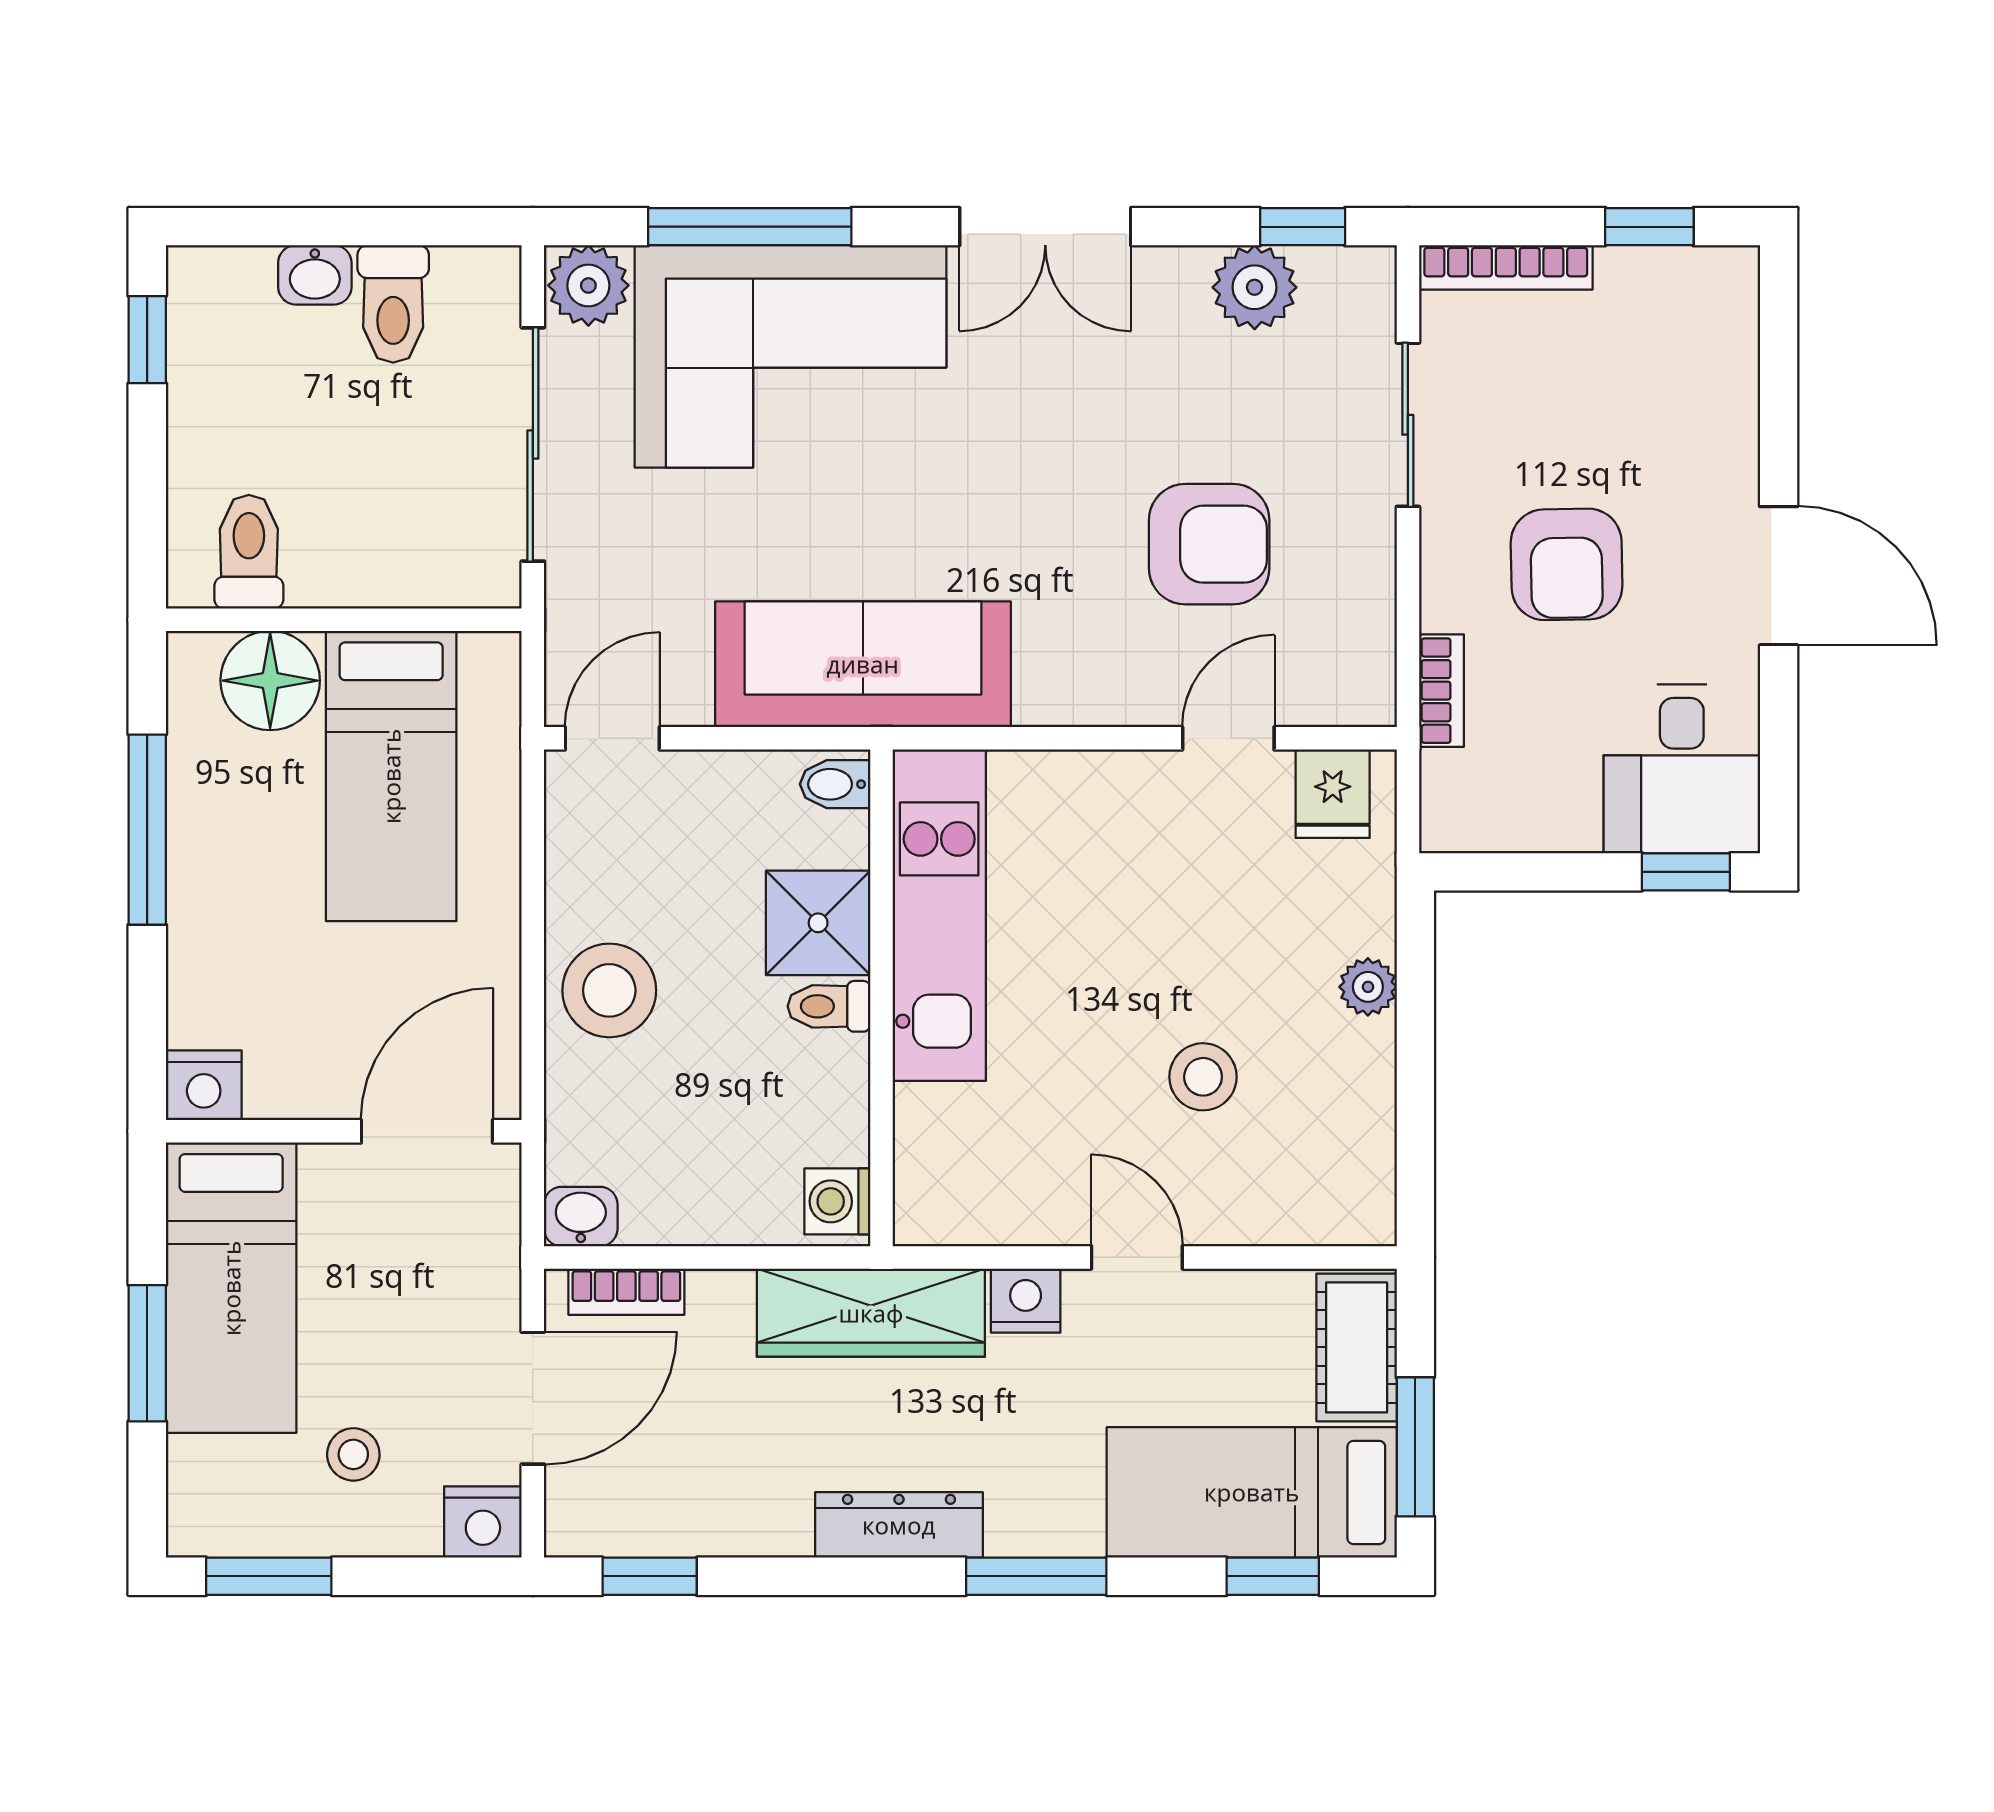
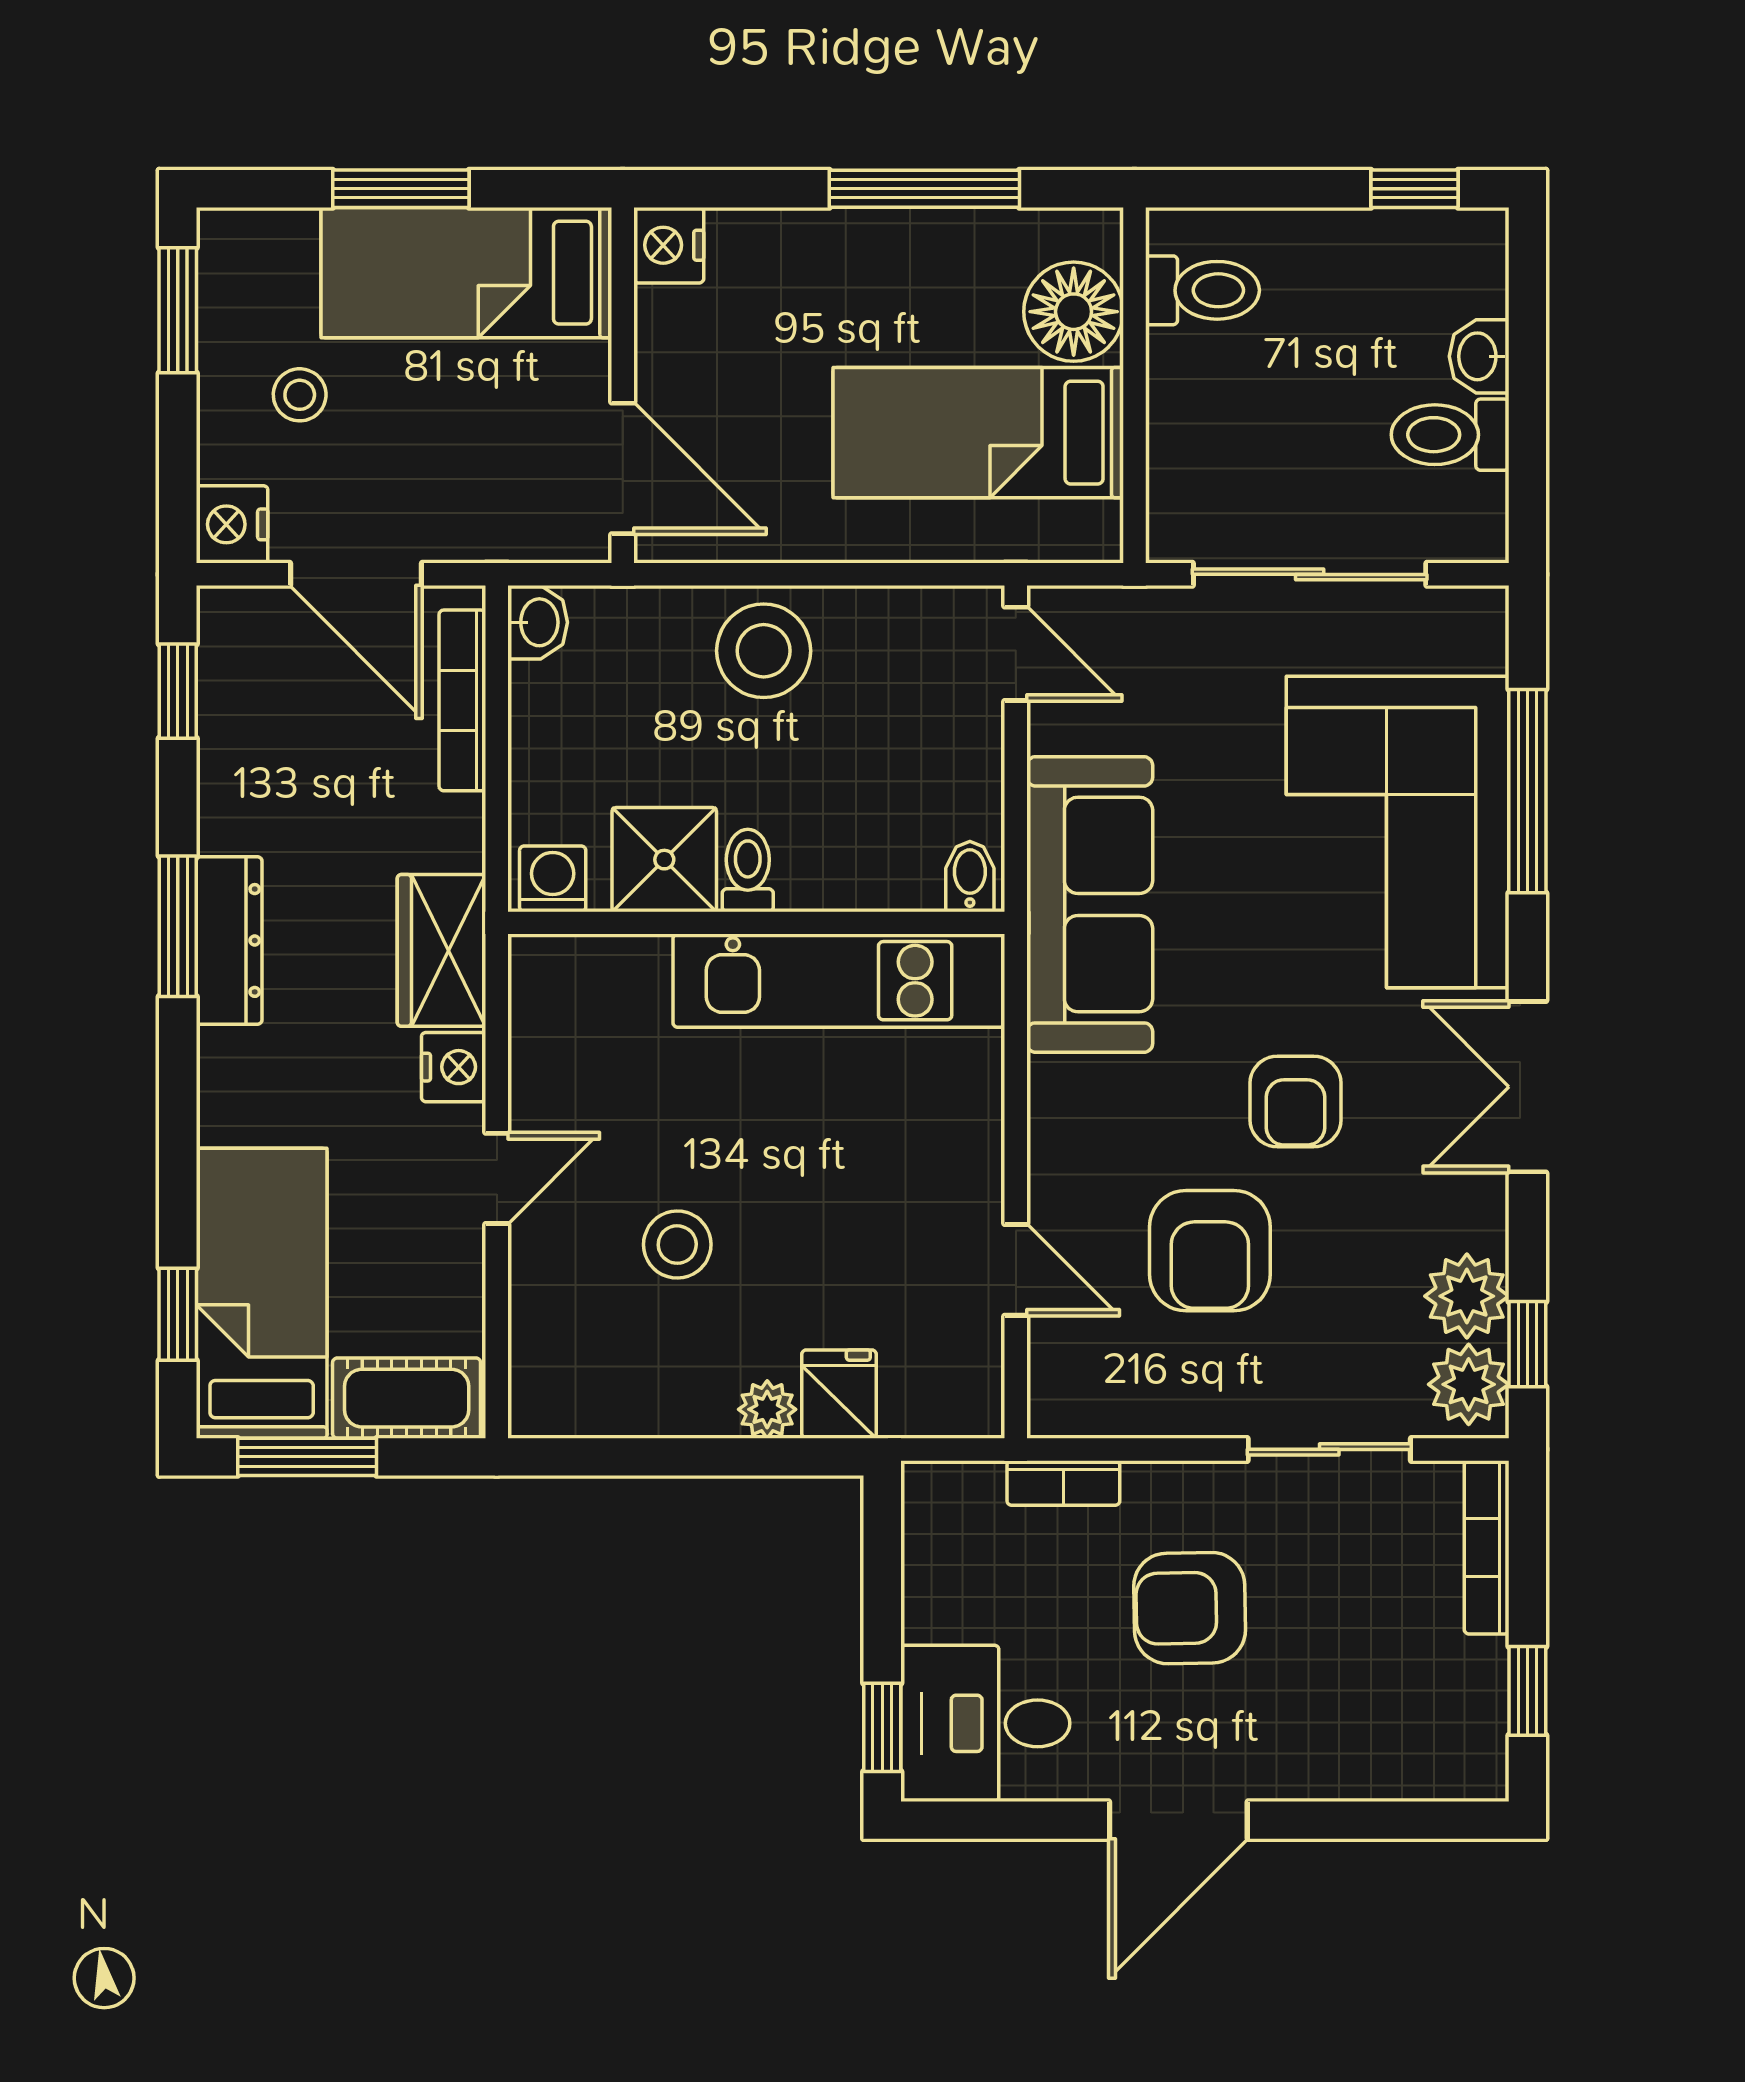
plant: (588, 285) -> (1469, 1384), moved
armchair: (1060, 459) -> (1296, 1101), added
fridge: (1333, 794) -> (839, 1394), moved, turned 90
shower: (818, 923) -> (664, 860), moved
bookcase: (626, 1292) -> (462, 700), width x1.56
wardrobe: (871, 1313) -> (441, 950), width x0.67
window: (1036, 1576) -> (178, 926), moved

